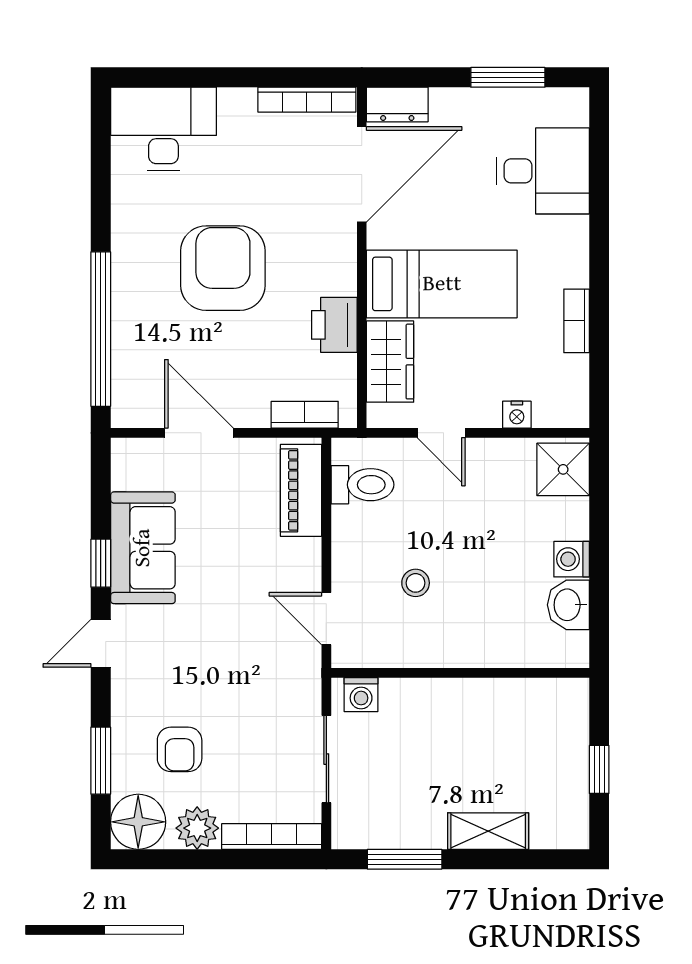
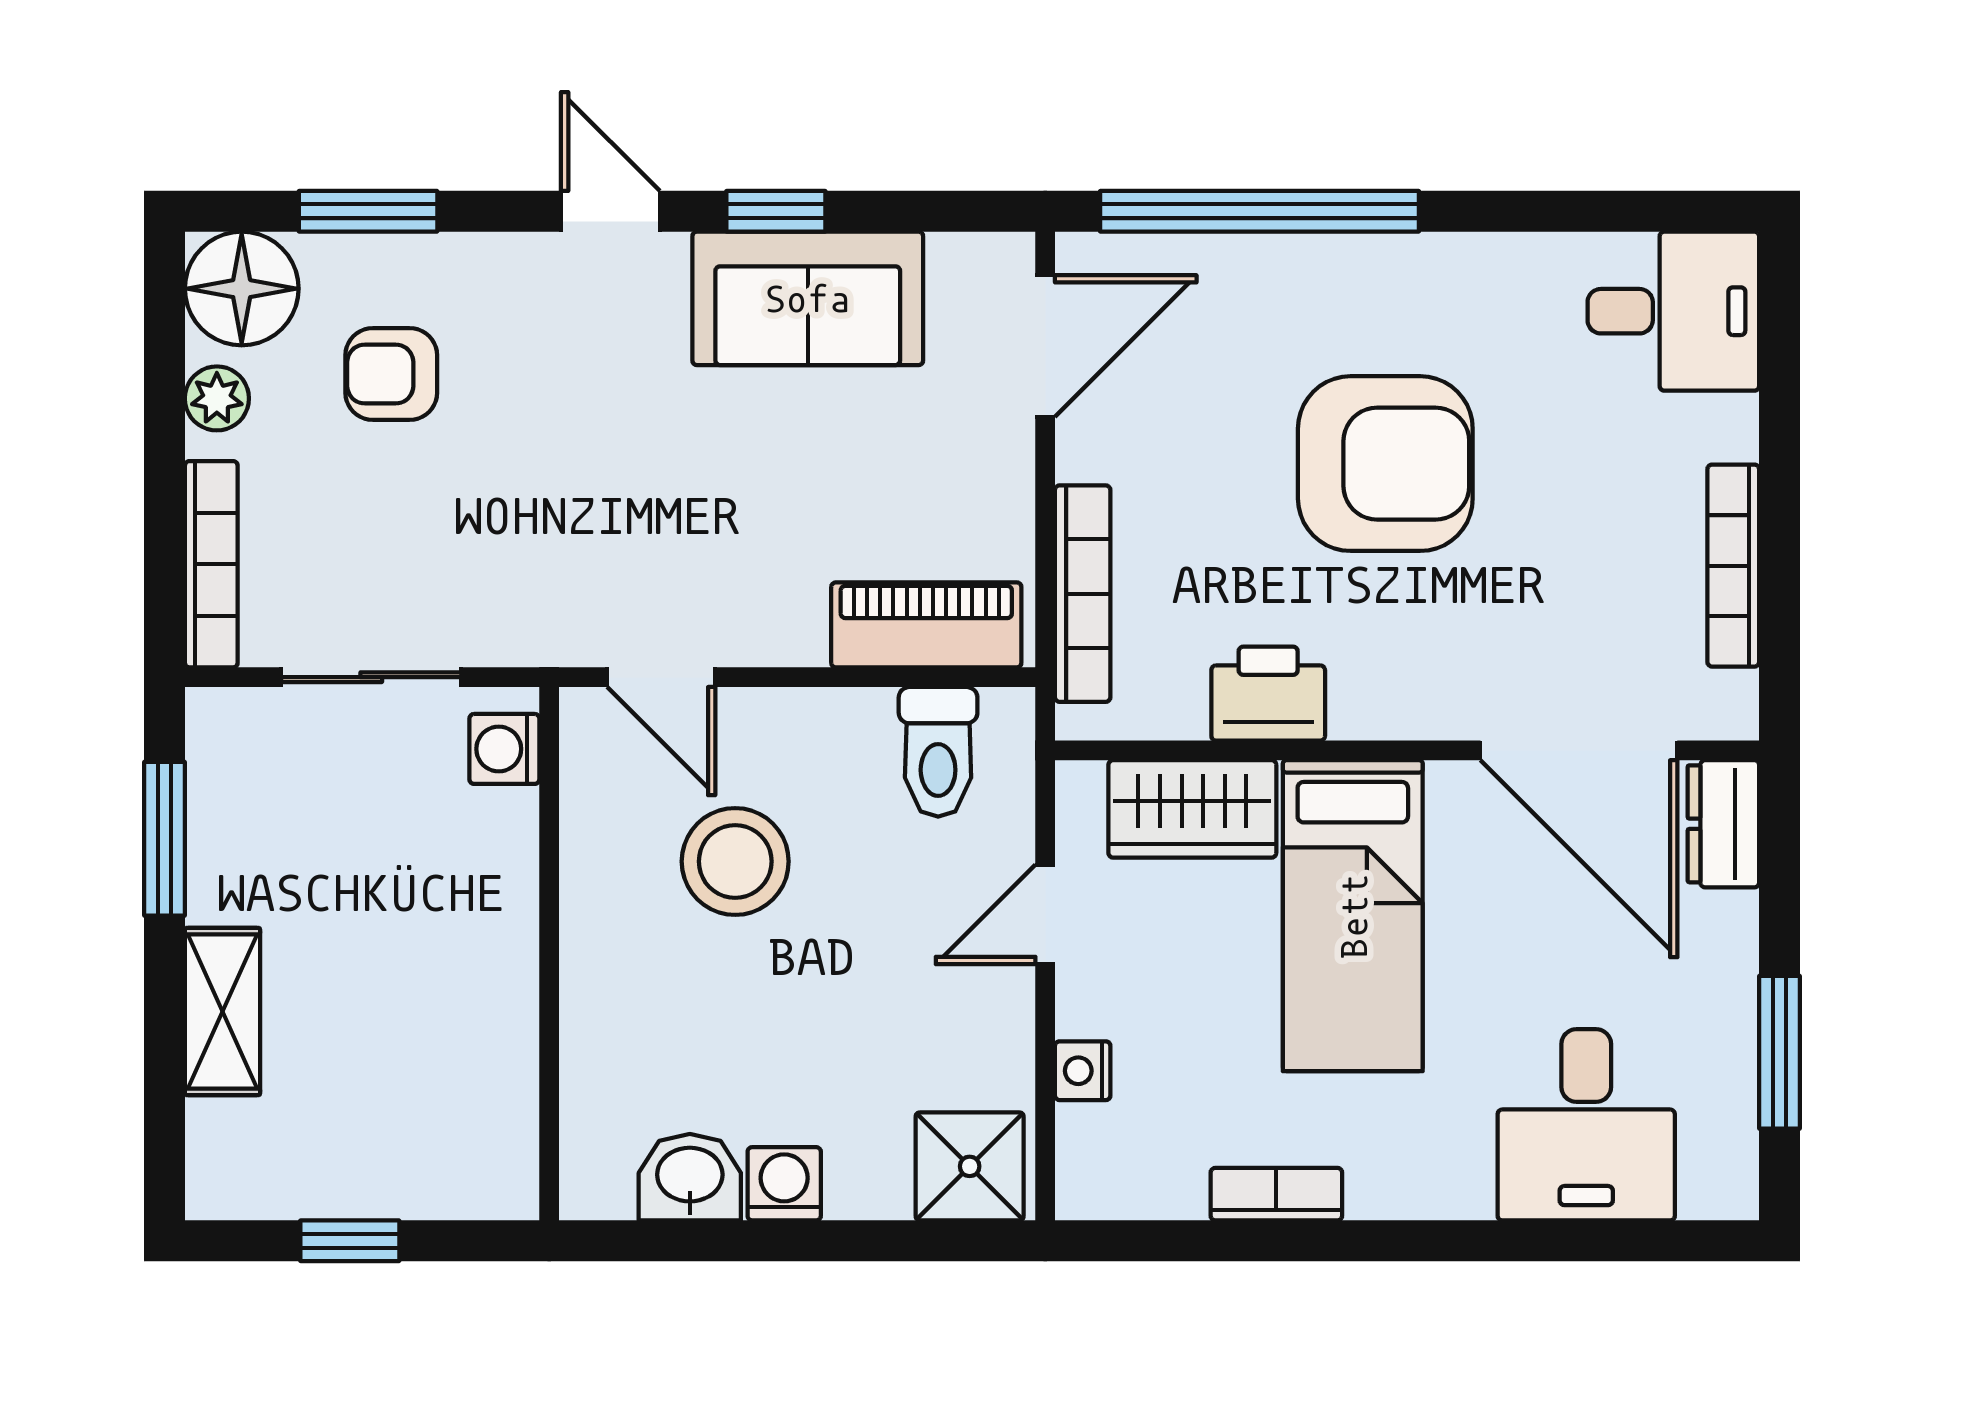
bookcase: (307, 100) -> (1733, 566), moved
desk: (163, 129) -> (1673, 311), width x0.73
bookcase: (305, 415) -> (1083, 594), width x1.56
door: (199, 433) -> (1045, 346), moved
stool: (416, 583) -> (735, 861), width x1.89, depth x1.89
door: (326, 619) -> (661, 677), swing flipped
plant: (197, 828) -> (217, 398), width x0.73, depth x0.73

